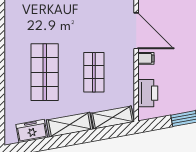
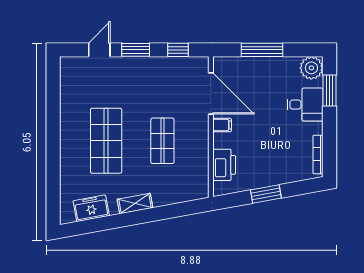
shelving: (113, 117) -> (184, 193), removed
shelving: (70, 125) -> (135, 203), width x0.67, depth x0.75

